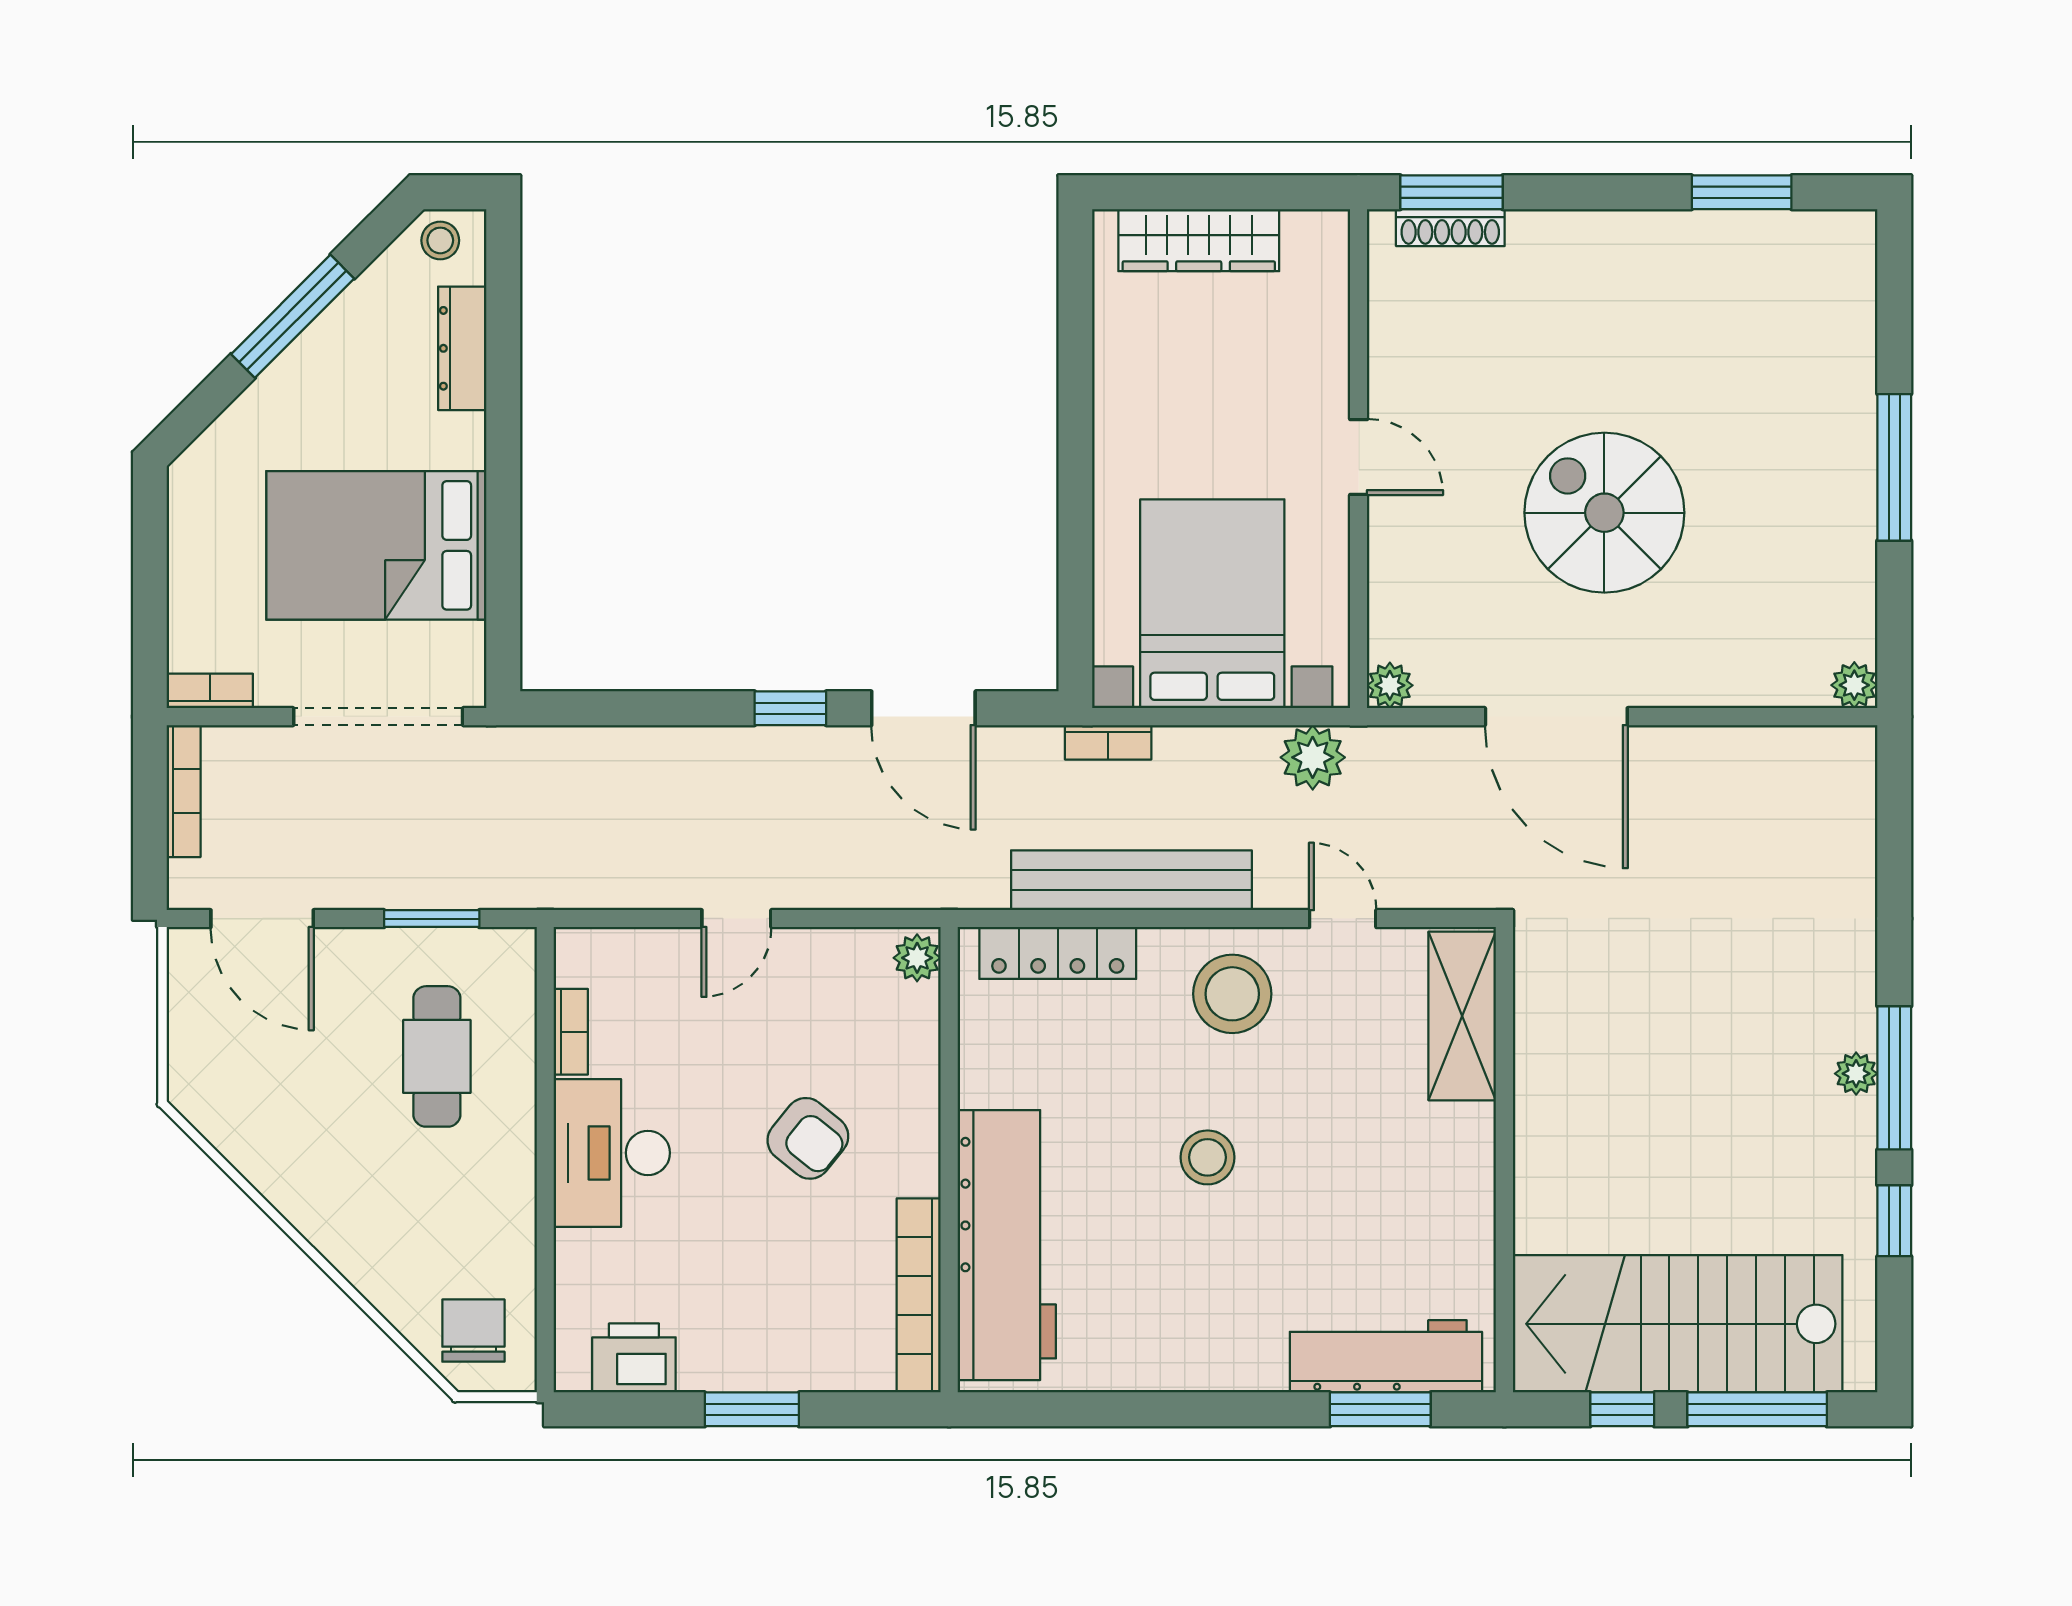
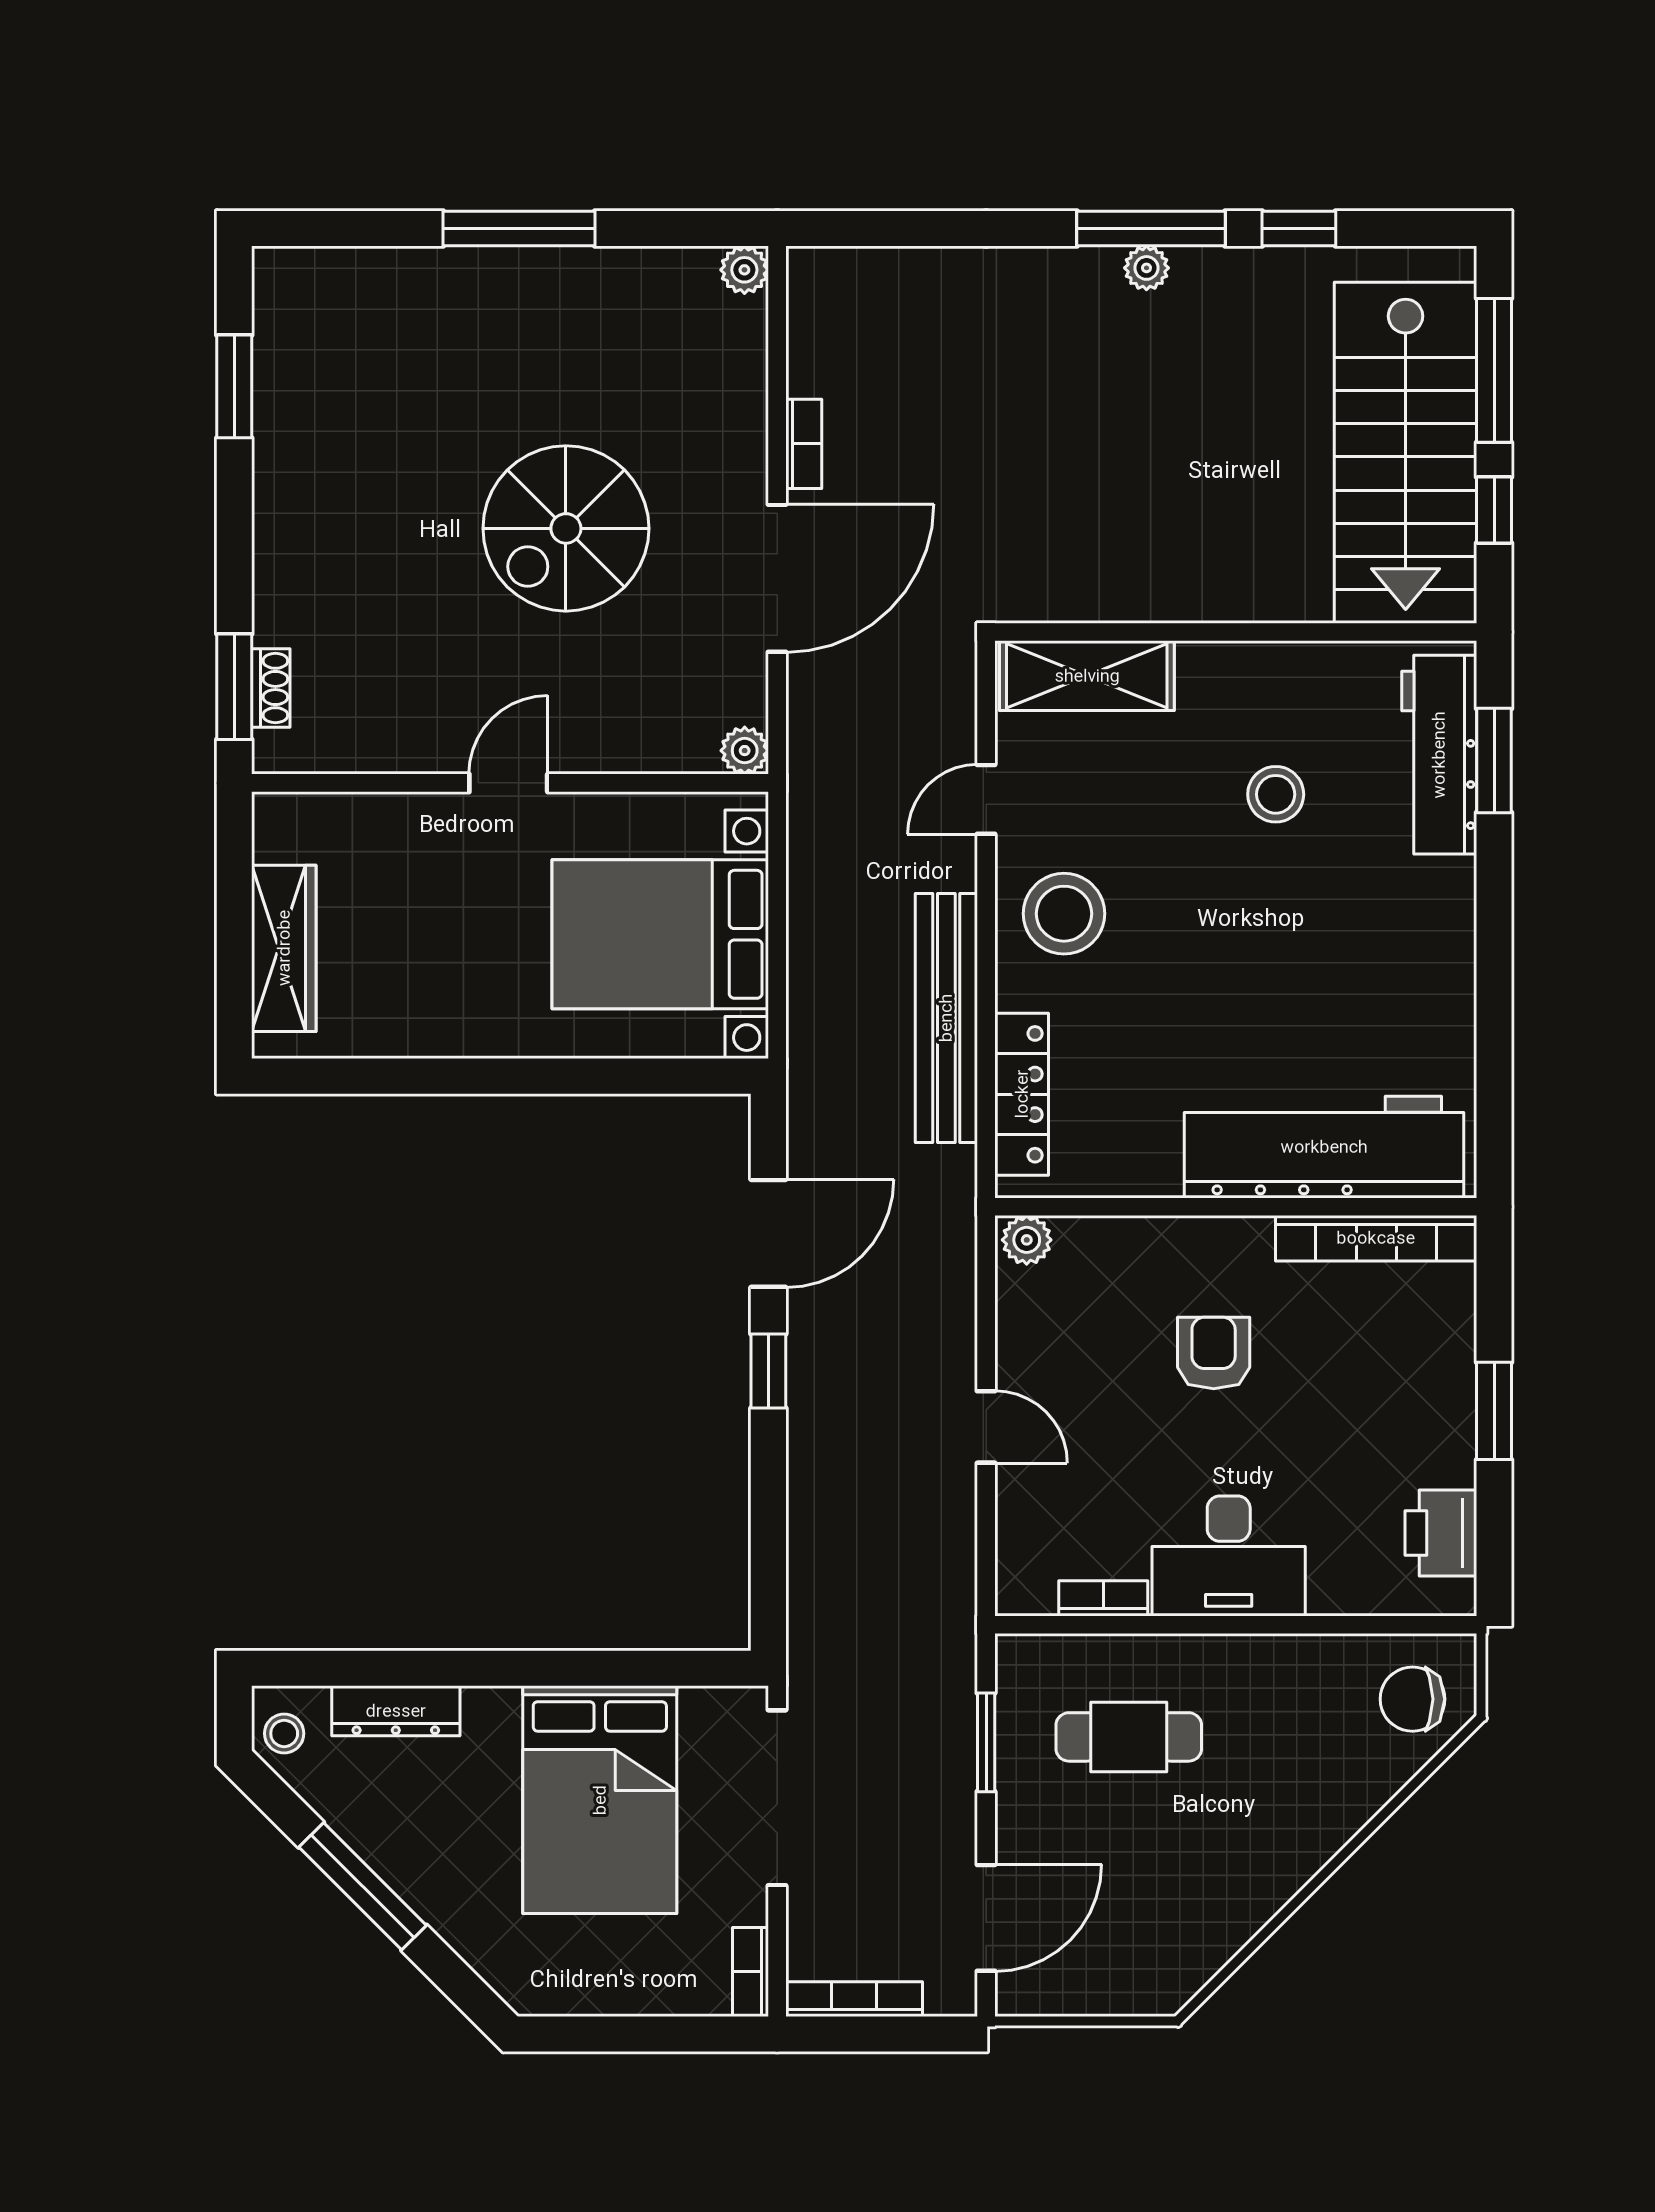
shoe rack: (1450, 228) -> (271, 688), width x0.70
bookcase: (1108, 742) -> (804, 444), moved
plant: (1313, 757) -> (819, 830), removed
armchair: (808, 1138) -> (1214, 1353), turned -39
stool: (1208, 1157) -> (1276, 794), moved

